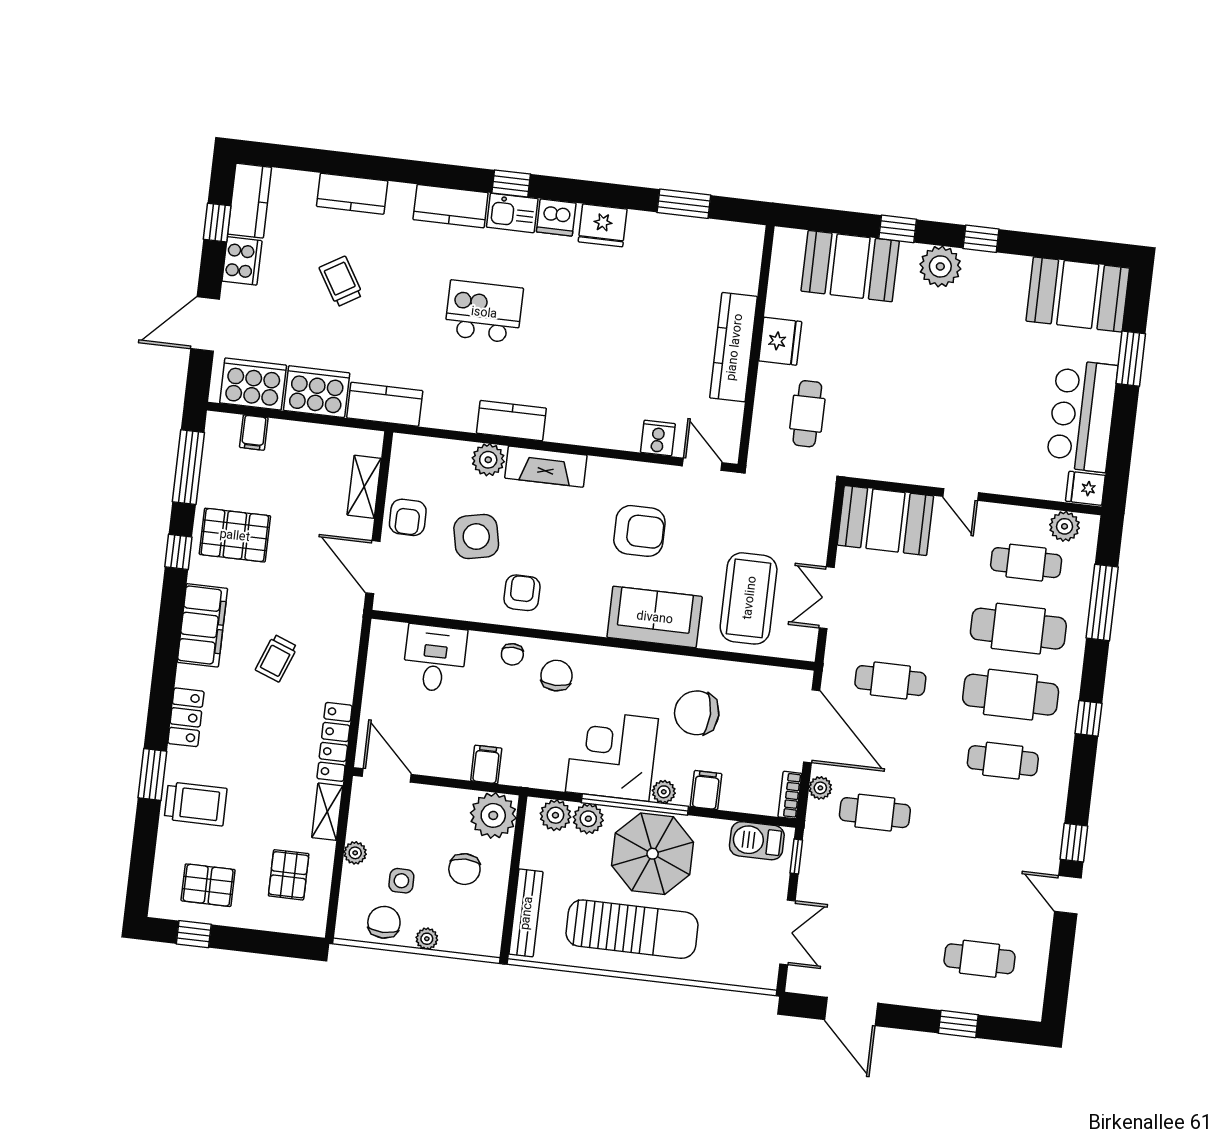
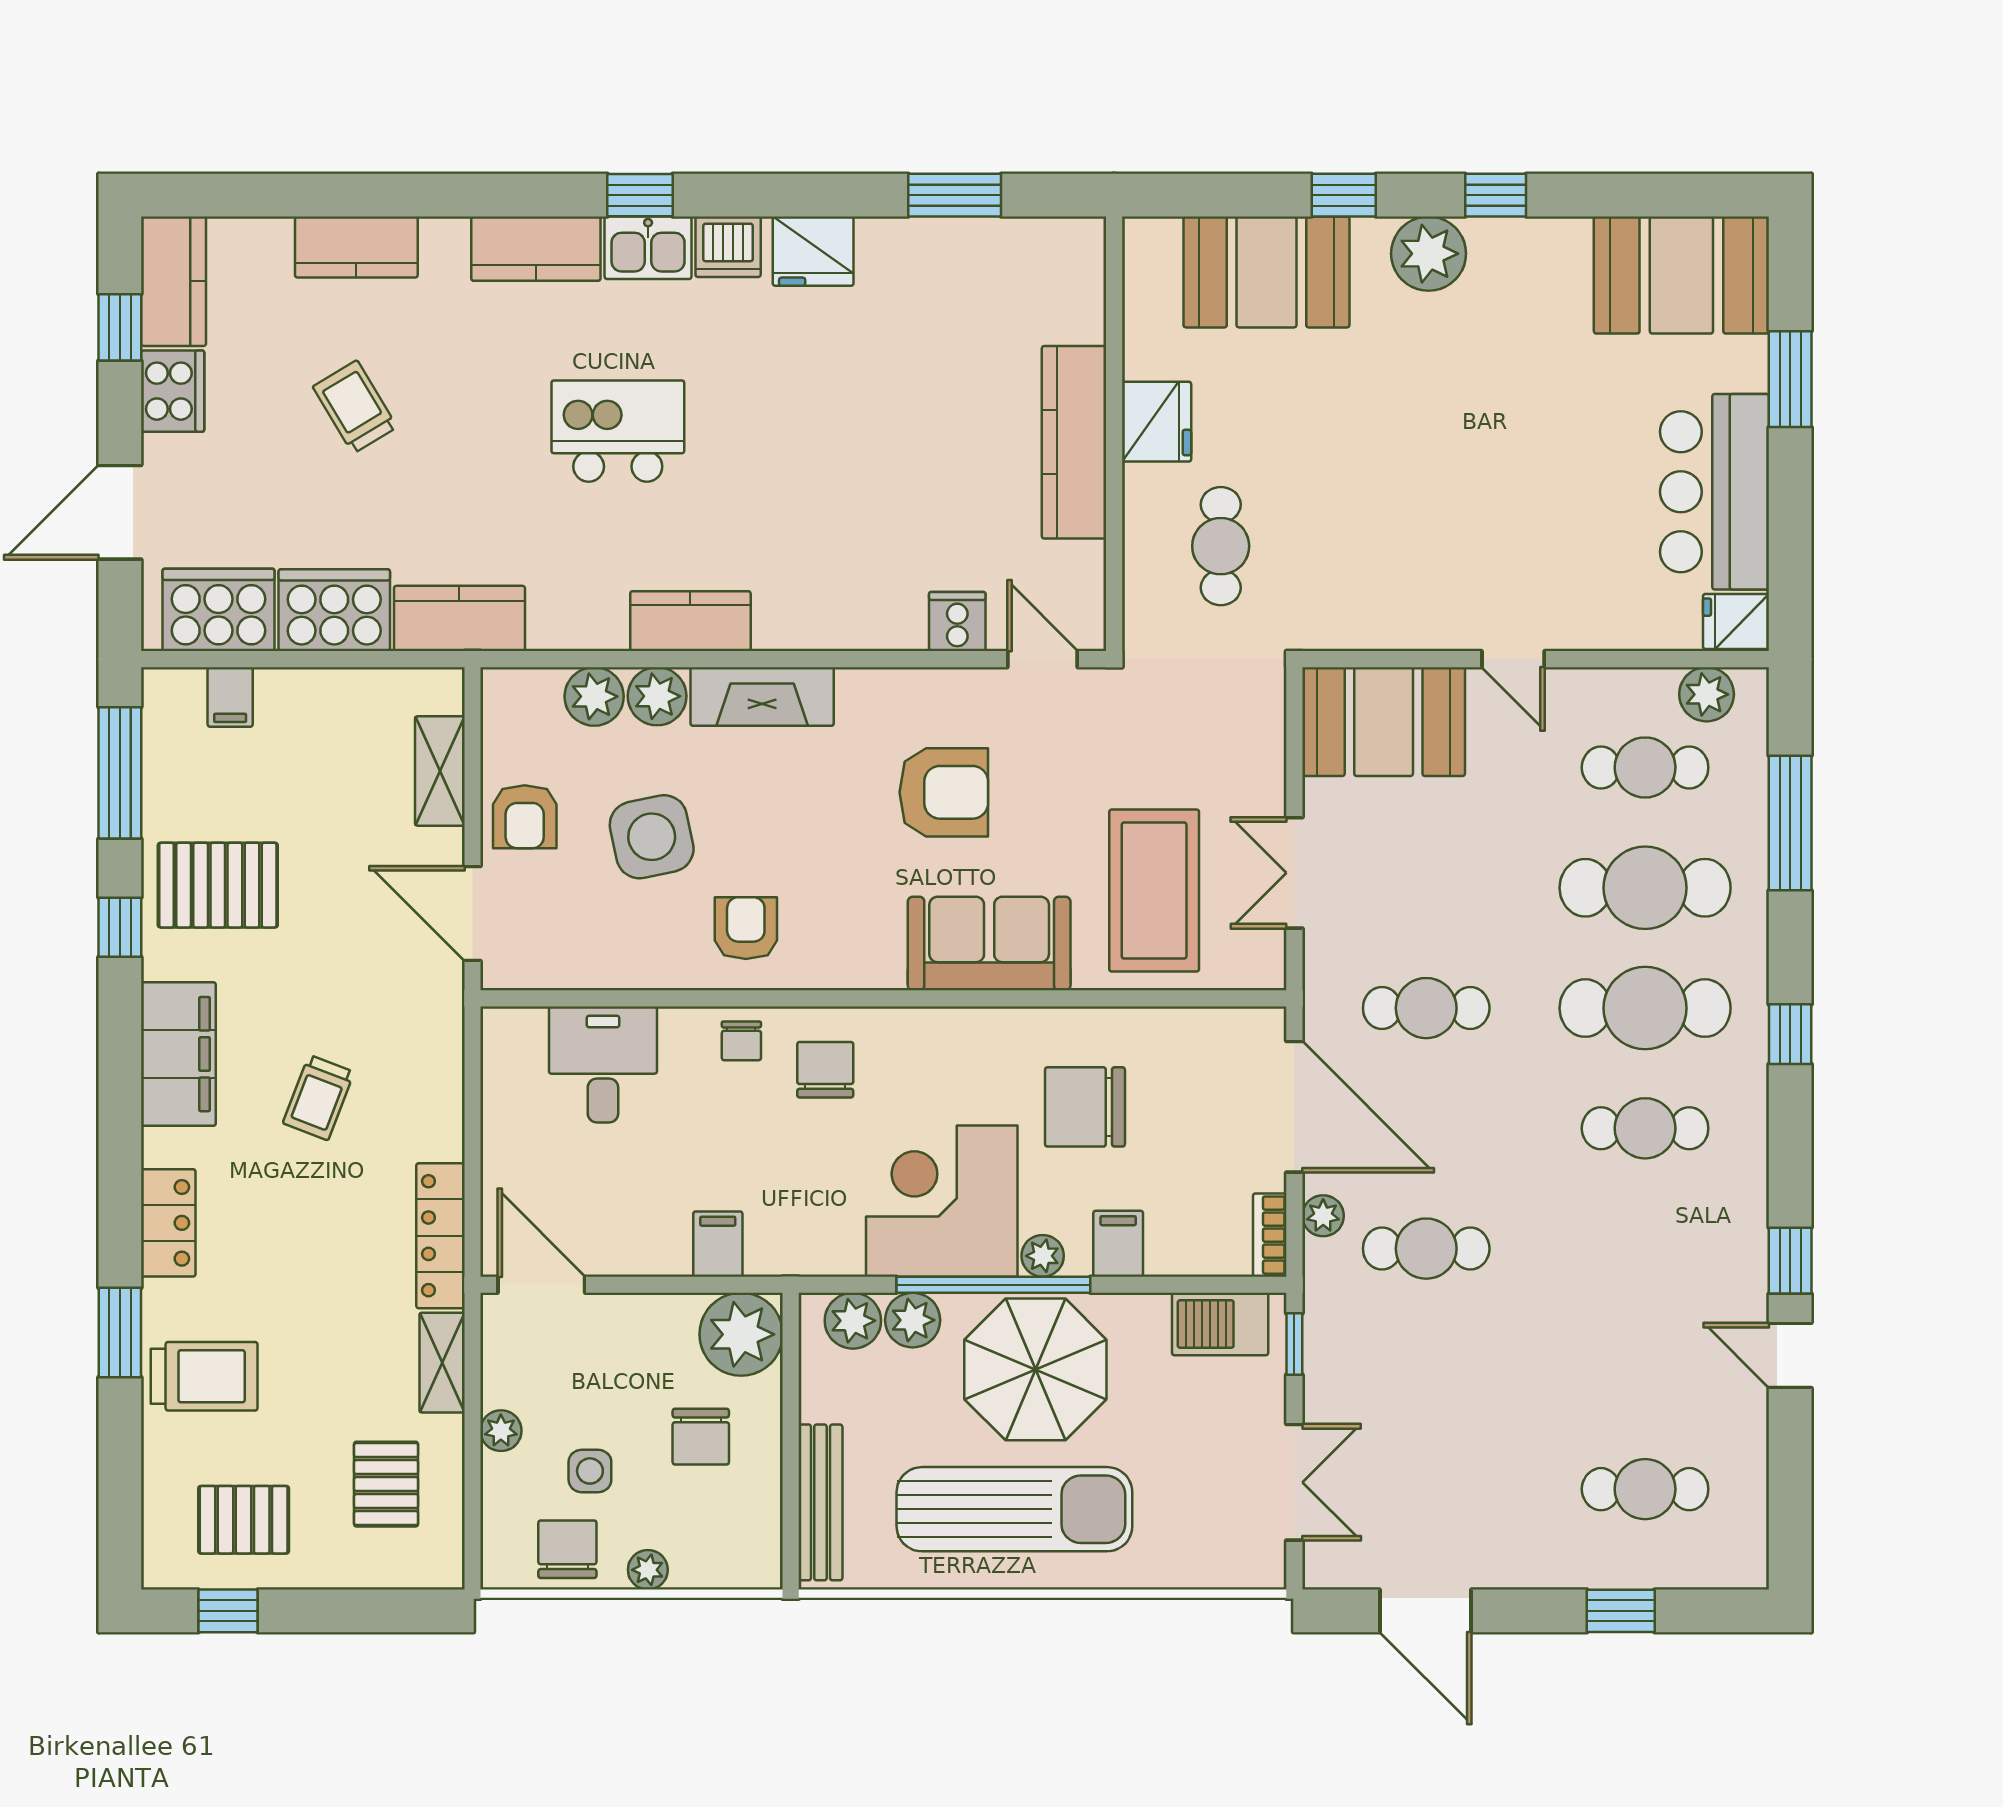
plant: (454, 456) -> (594, 696), added

